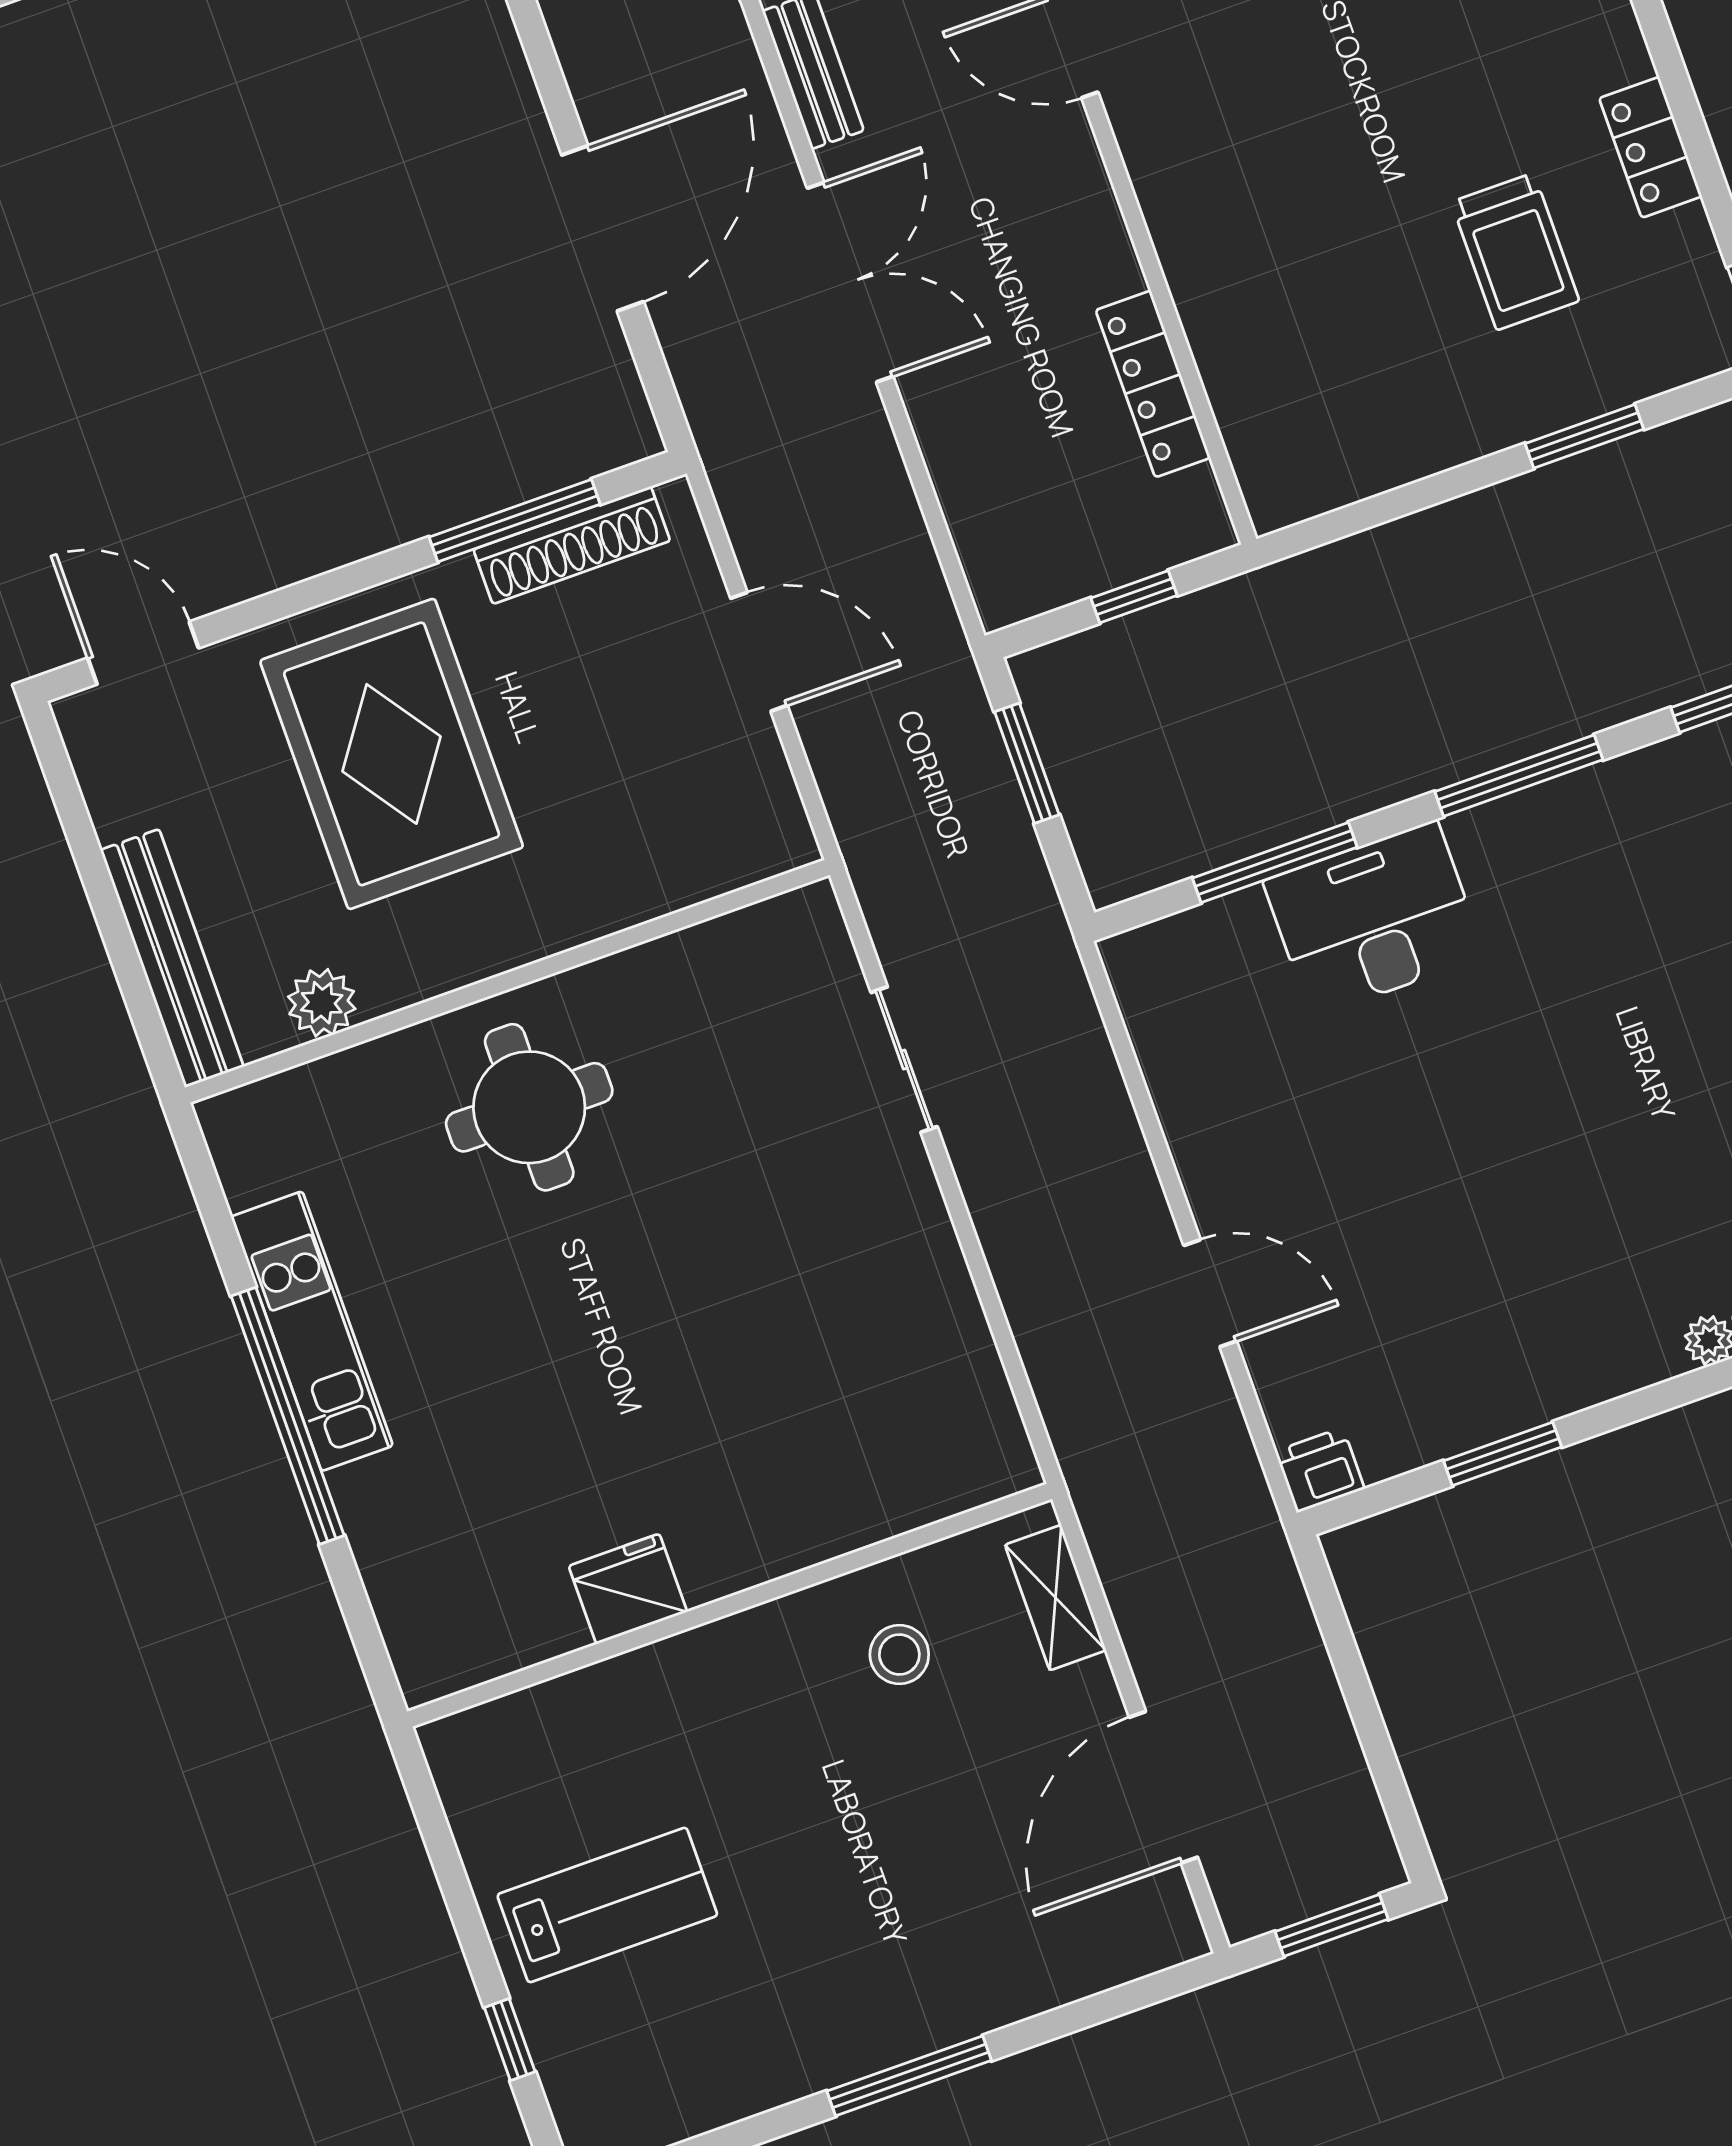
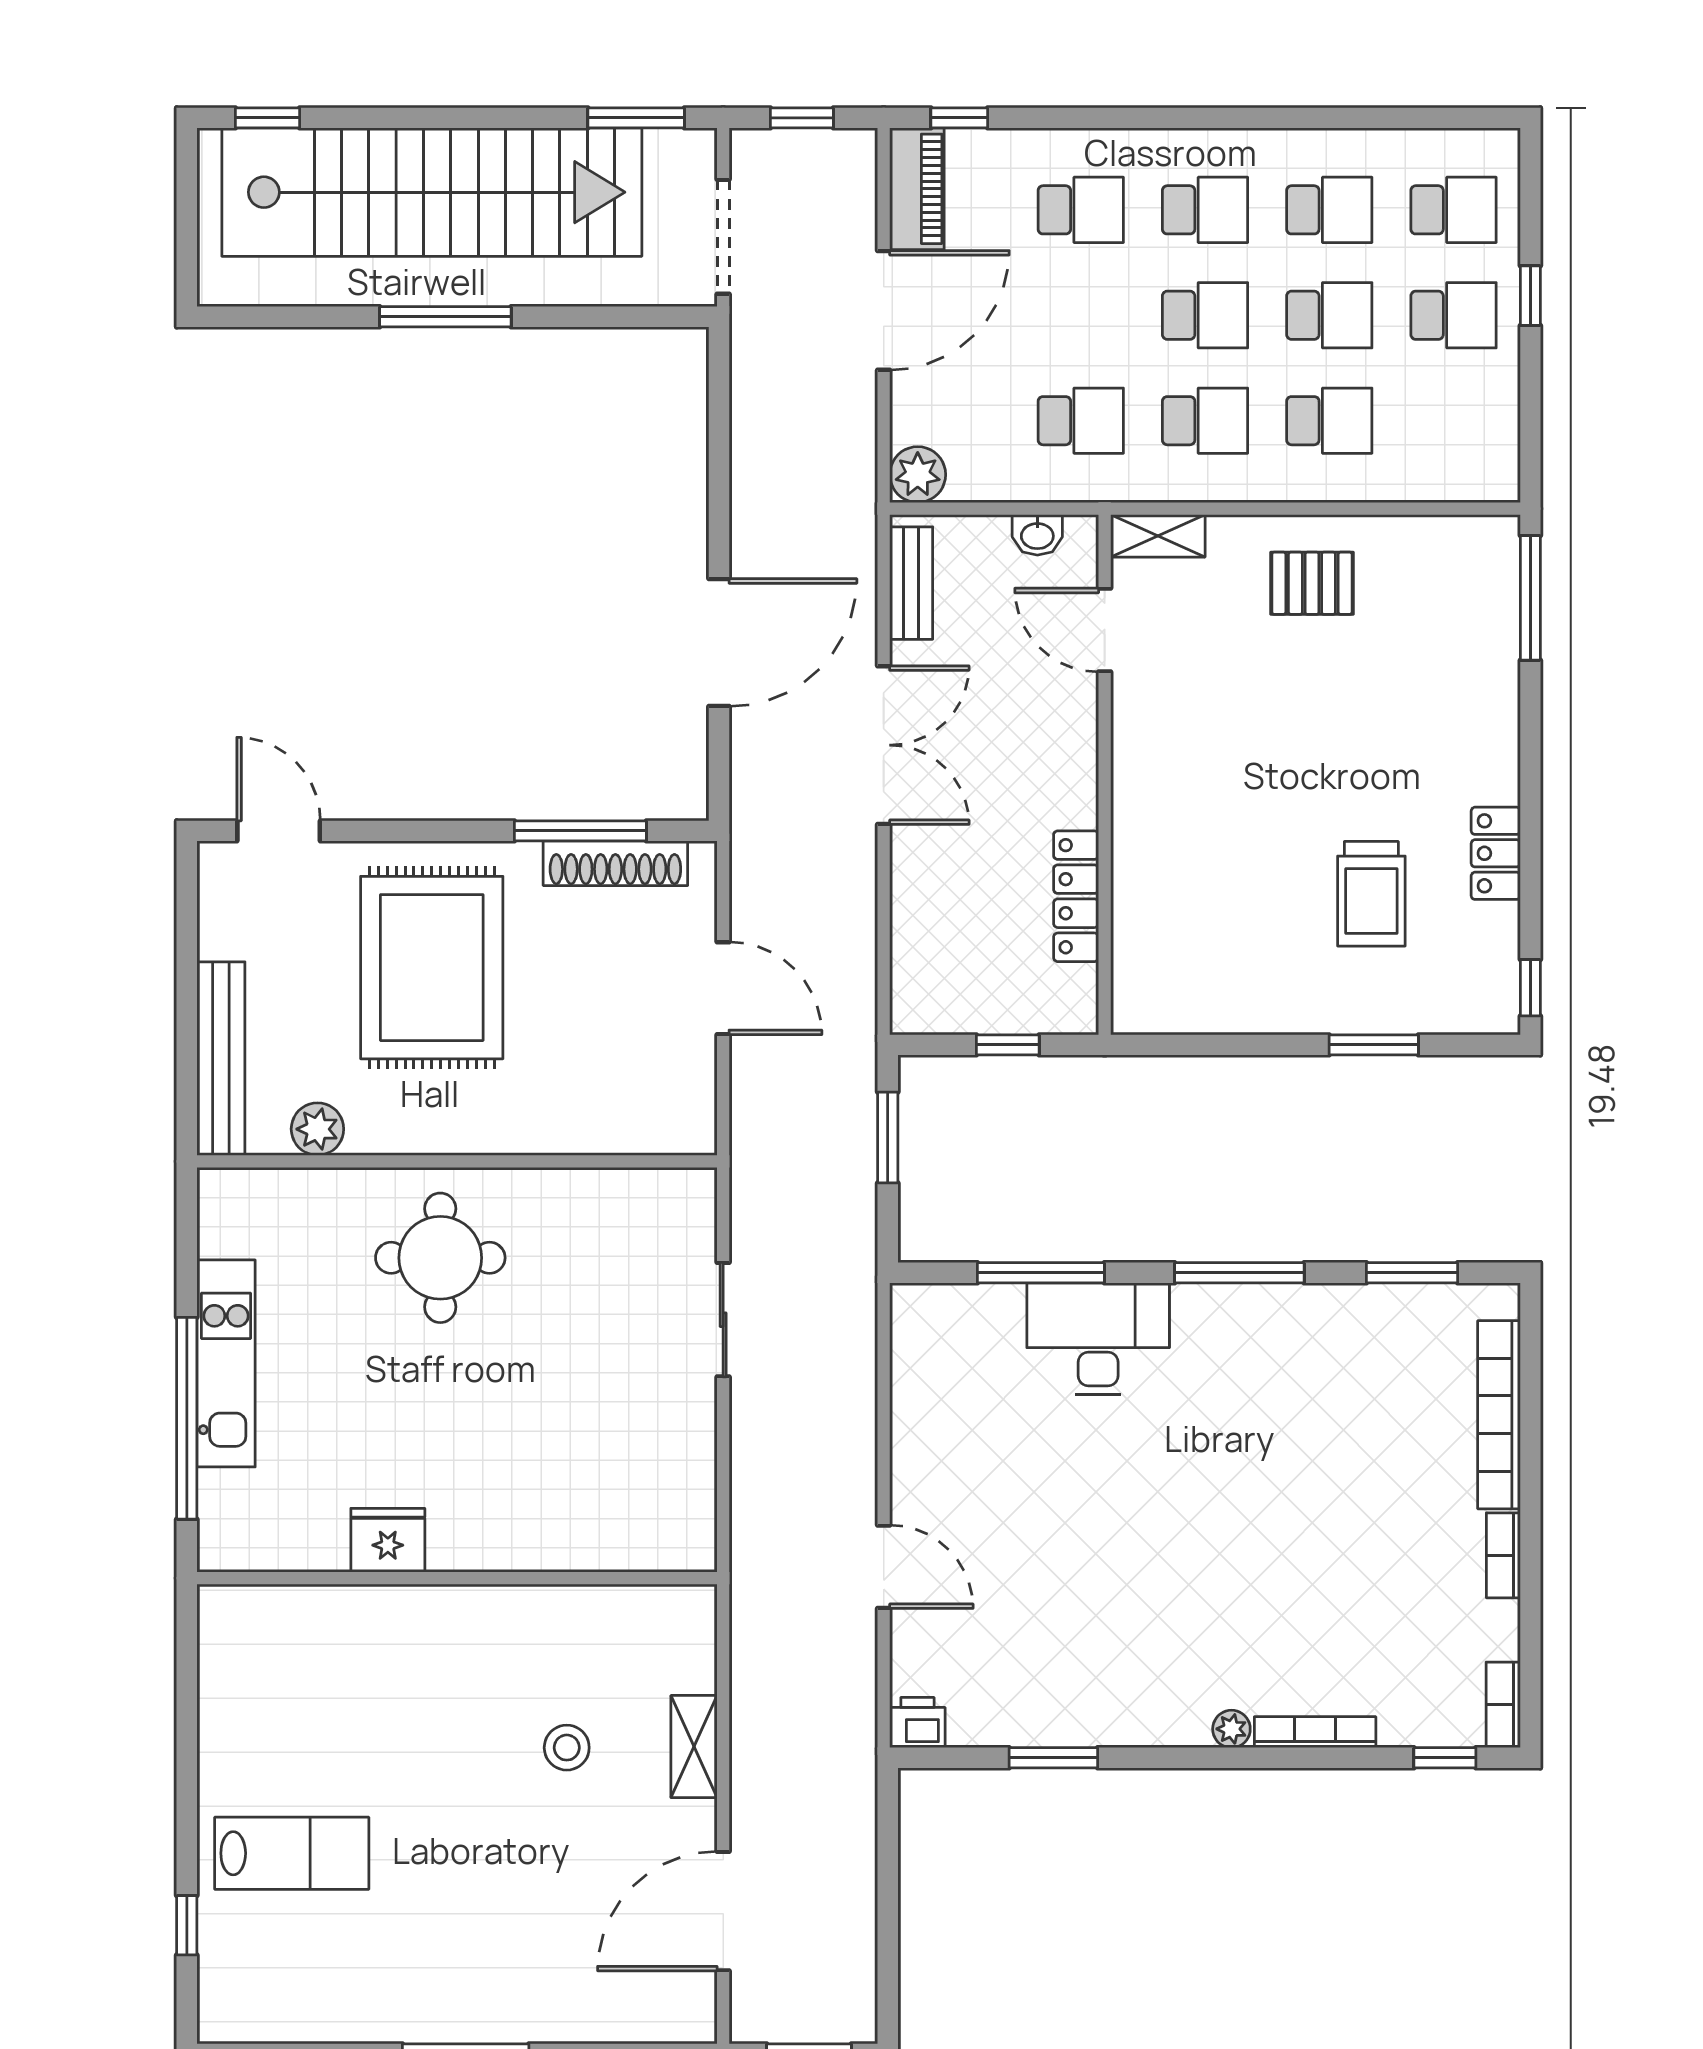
fridge: (628, 1589) -> (388, 1540), moved
wall: (730, 1605) -> (457, 1578), moved

